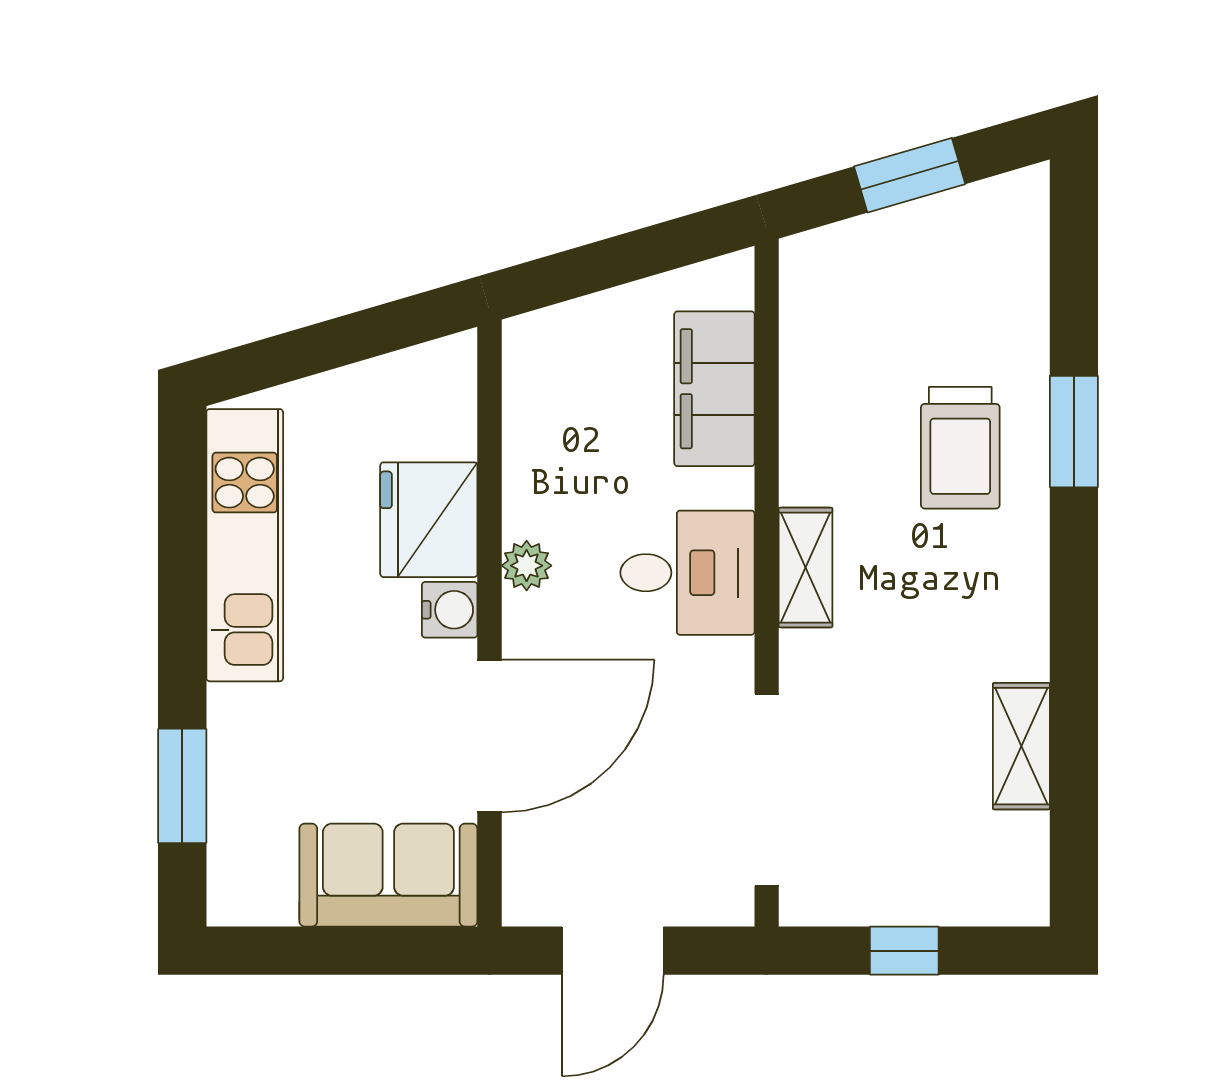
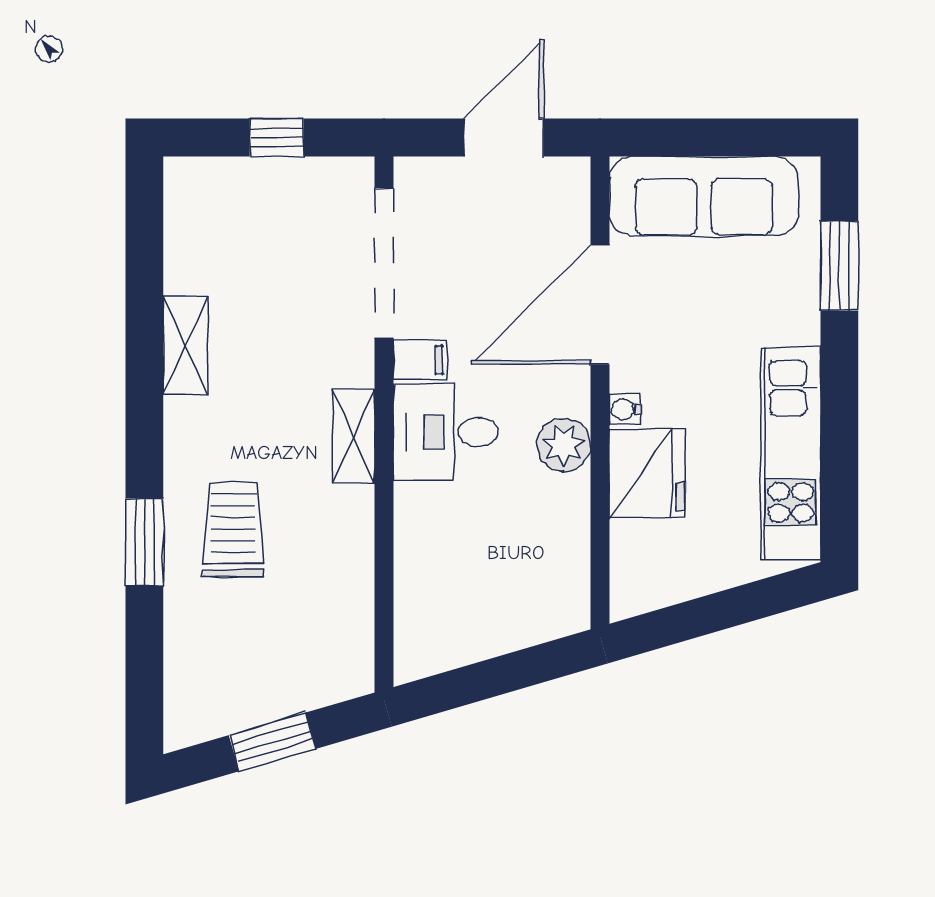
filing cabinet: (714, 389) -> (420, 360), moved, width x0.33, depth x0.86
plant: (527, 566) -> (564, 445), width x1.38, depth x1.38
water cooler: (450, 610) -> (625, 409), width x0.72, depth x0.72
shelving: (1021, 746) -> (185, 345), moved
sofa: (388, 875) -> (704, 196), width x1.36

